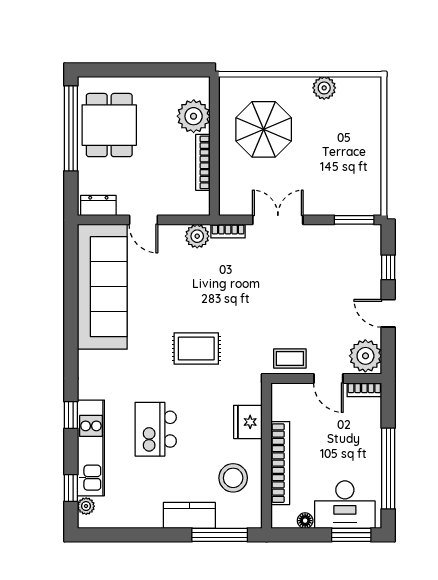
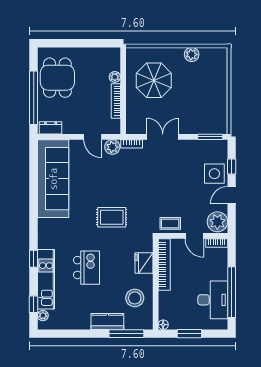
plant: (194, 116) -> (115, 77), width x0.53, depth x0.53
window: (71, 128) -> (34, 98), moved
door: (143, 220) -> (93, 137), moved
side table: (361, 279) -> (214, 174), added
door: (388, 313) -> (232, 195), hinge flipped
kitchen island: (156, 429) -> (86, 268), turned 180
bookcase: (280, 463) -> (164, 265), moved
desk: (345, 505) -> (213, 300), moved, turned -90
floor lamp: (305, 521) -> (163, 325), moved
window: (351, 535) -> (189, 334), moved

